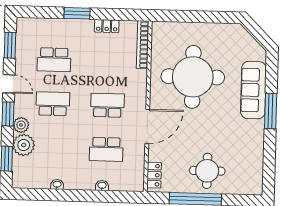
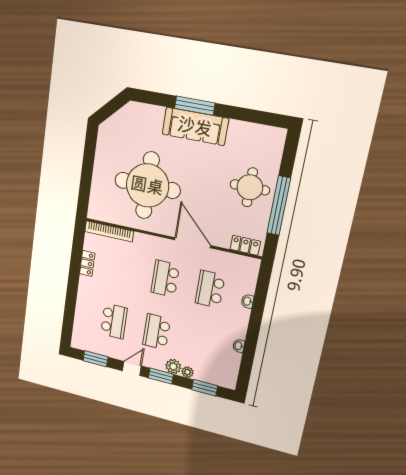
window: (77, 13) -> (72, 290), removed
sofa: (253, 90) -> (195, 126), moved
plant: (24, 145) -> (188, 372), width x0.53, depth x0.53
school desk: (106, 149) -> (210, 289), turned 180

